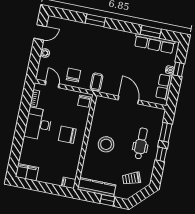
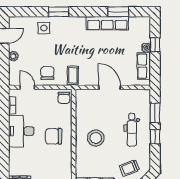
side table: (79, 33) -> (44, 28), added
row of seats: (154, 43) -> (107, 23), moved
dental chair: (141, 143) -> (132, 130), turned 180

